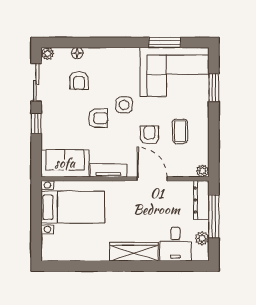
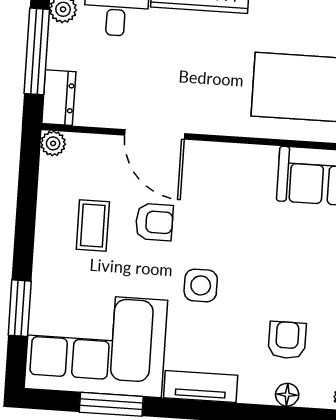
armchair: (98, 118) -> (254, 262), removed
armchair: (149, 135) -> (154, 222), turned -90
tv unit: (108, 170) -> (201, 387), moved, turned 180
dresser: (201, 200) -> (59, 98), width x0.70

